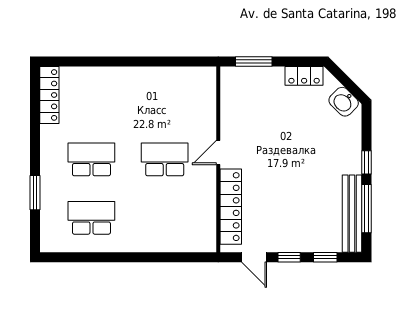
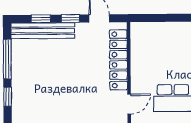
bench: (352, 214) -> (43, 31), moved, turned 90

